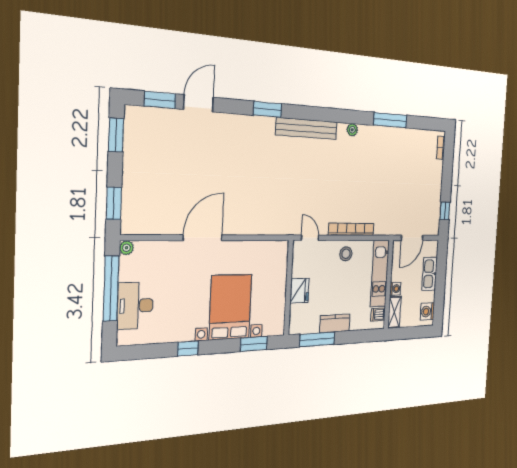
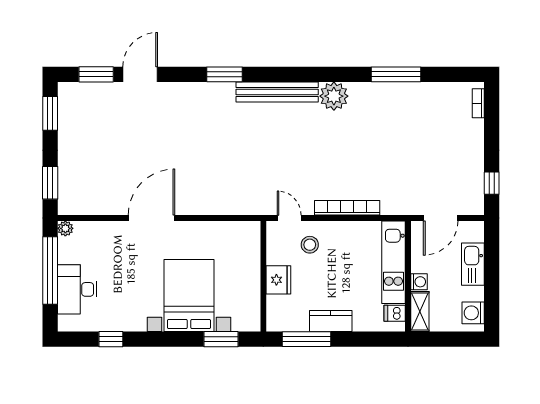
plant: (352, 130) -> (334, 96), width x1.87, depth x1.87
stool: (346, 254) -> (310, 245), moved
window: (188, 349) -> (111, 339), moved

